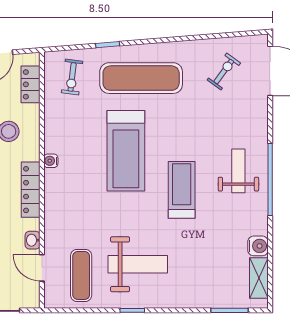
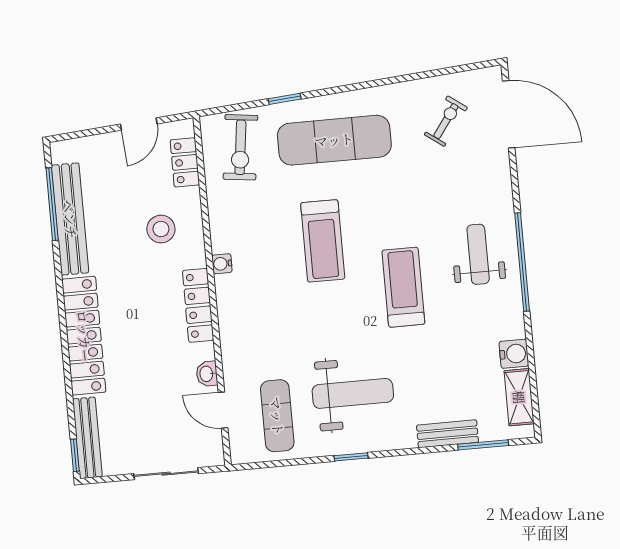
exercise bike: (72, 77) -> (240, 147), width x1.38, depth x1.39
treadmill: (126, 151) -> (323, 241), width x0.73, depth x0.73
bench: (204, 300) -> (448, 434), added

